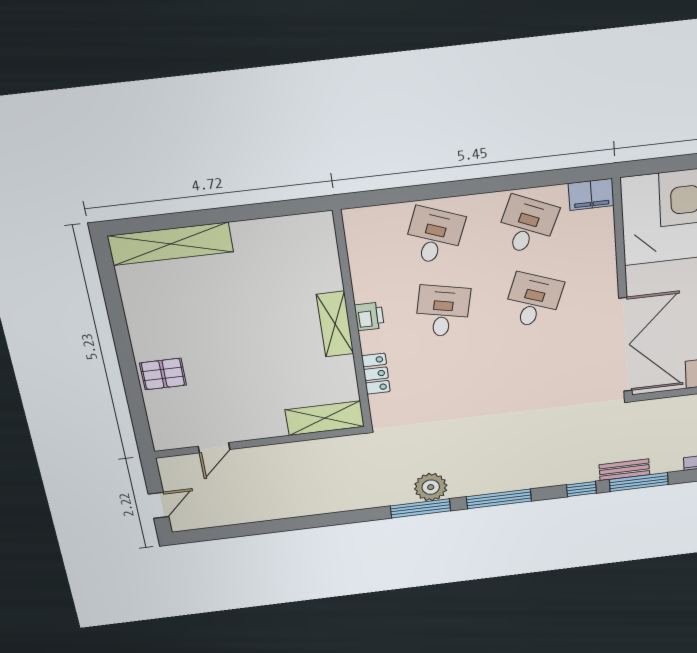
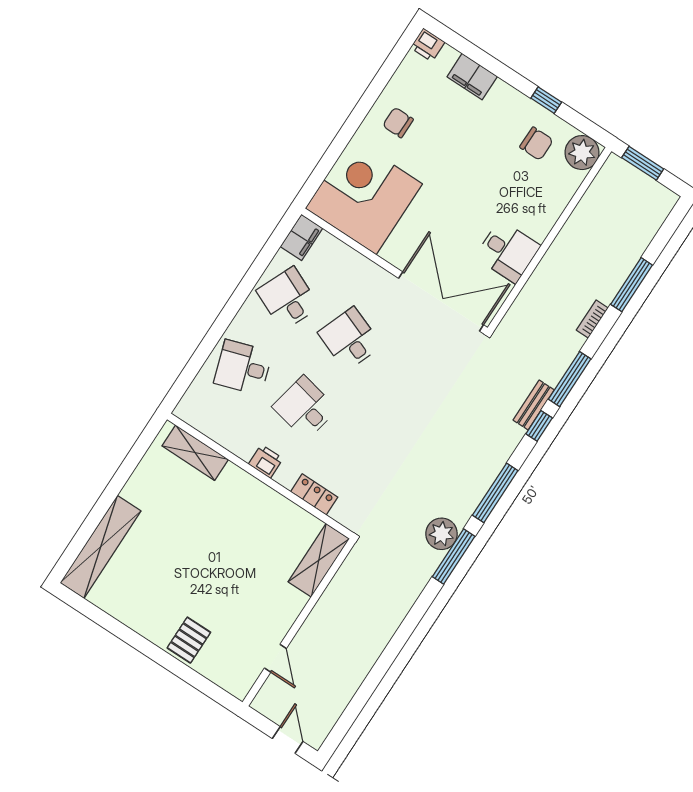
desk: (434, 236) -> (243, 367), turned -39
shelving: (335, 324) -> (195, 453), moved
bench: (624, 470) -> (534, 405), moved

